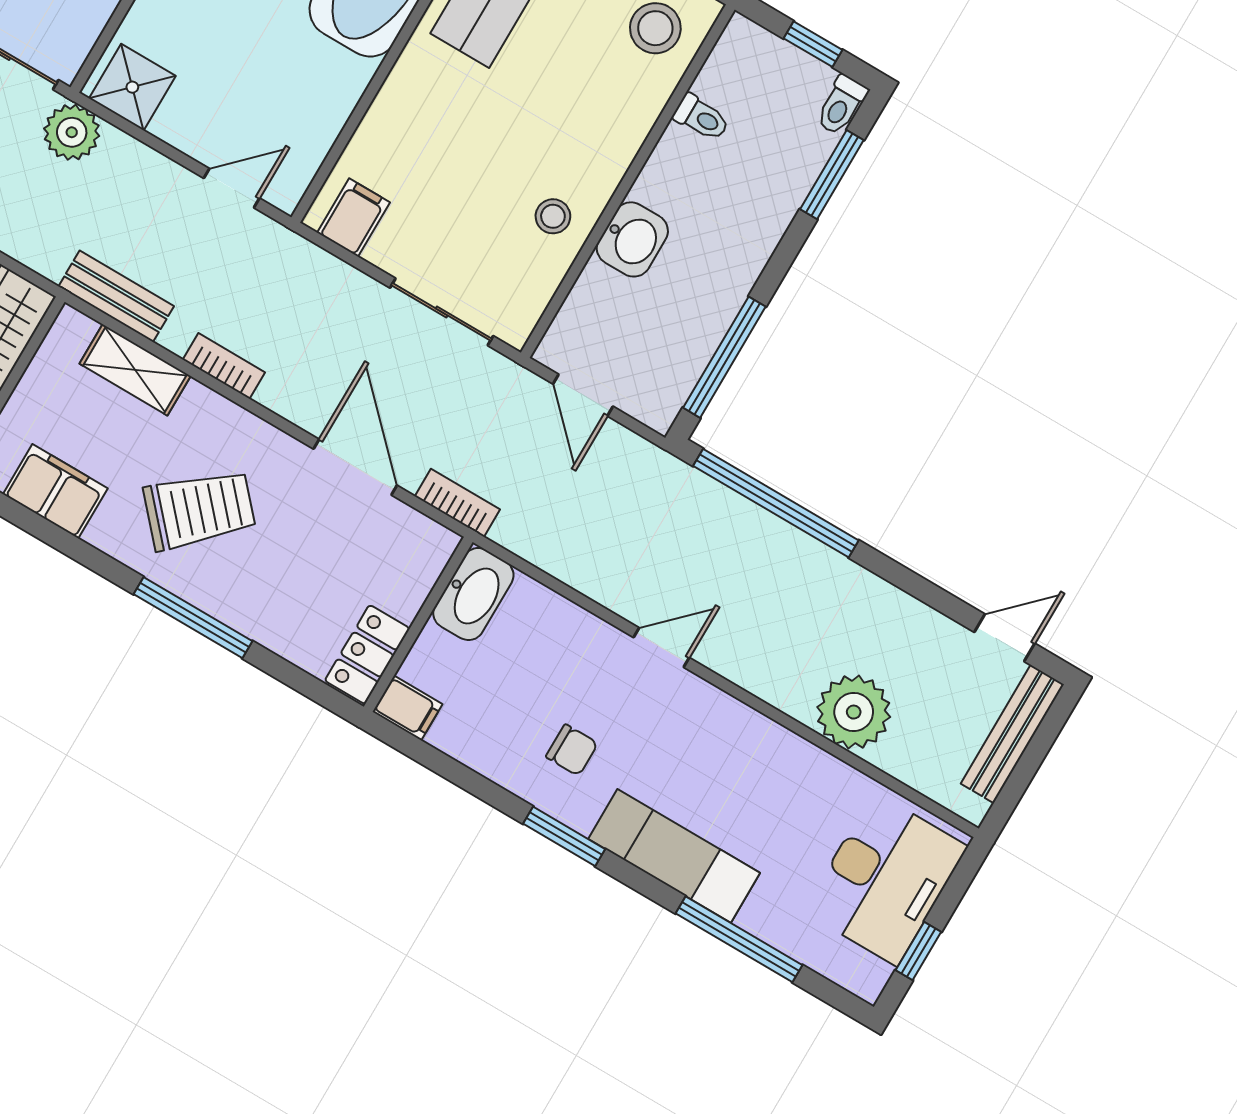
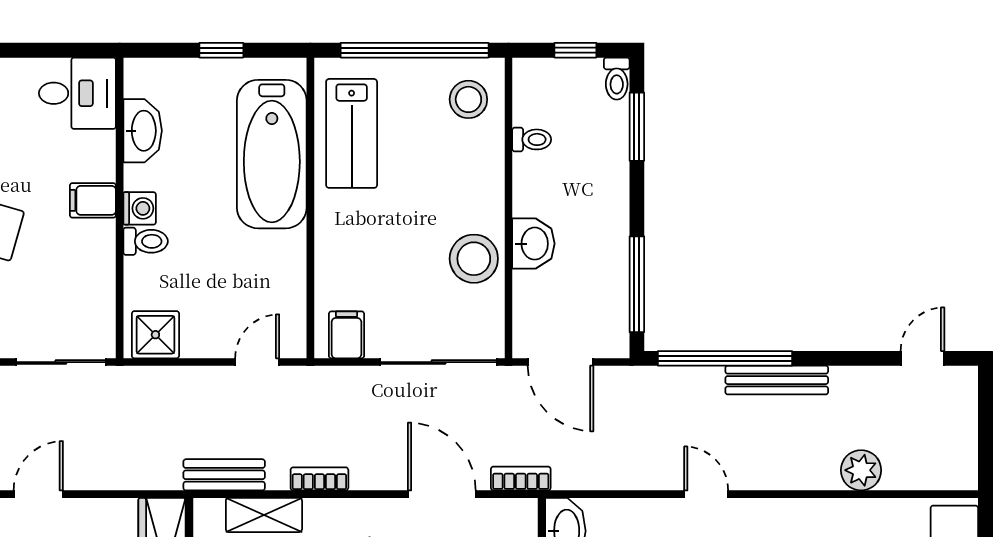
plant: (72, 132) -> (134, 387), removed
stool: (553, 216) -> (474, 259), width x1.89, depth x1.89
sliding door: (442, 312) -> (439, 362), width x1.37
door: (583, 395) -> (561, 362), width x1.37
door: (661, 647) -> (706, 494), hinge flipped
plant: (854, 712) -> (861, 470), width x0.73, depth x0.73
bench: (1012, 734) -> (777, 380), moved, turned 90

